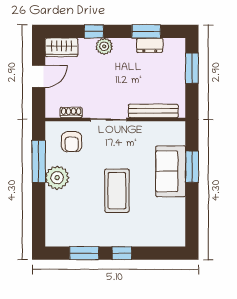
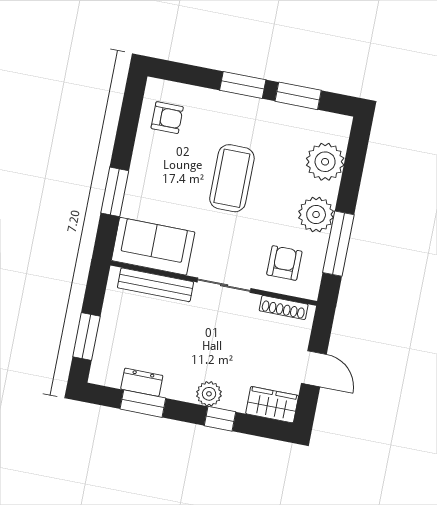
door: (39, 76) -> (314, 369), swing flipped
shoe rack: (71, 113) -> (284, 307), width x1.43
sofa: (171, 171) -> (153, 246), moved, turned -90
plant: (58, 213) -> (325, 162), added
armchair: (167, 222) -> (167, 118), added
window: (122, 253) -> (243, 85), width x1.50

